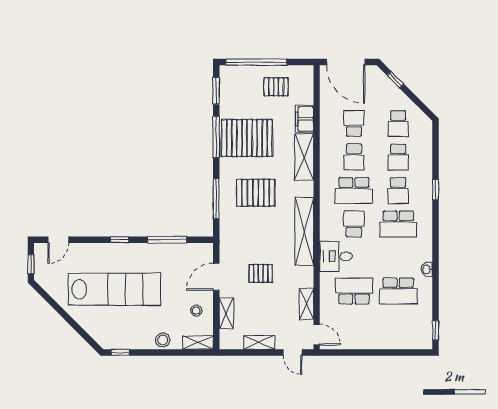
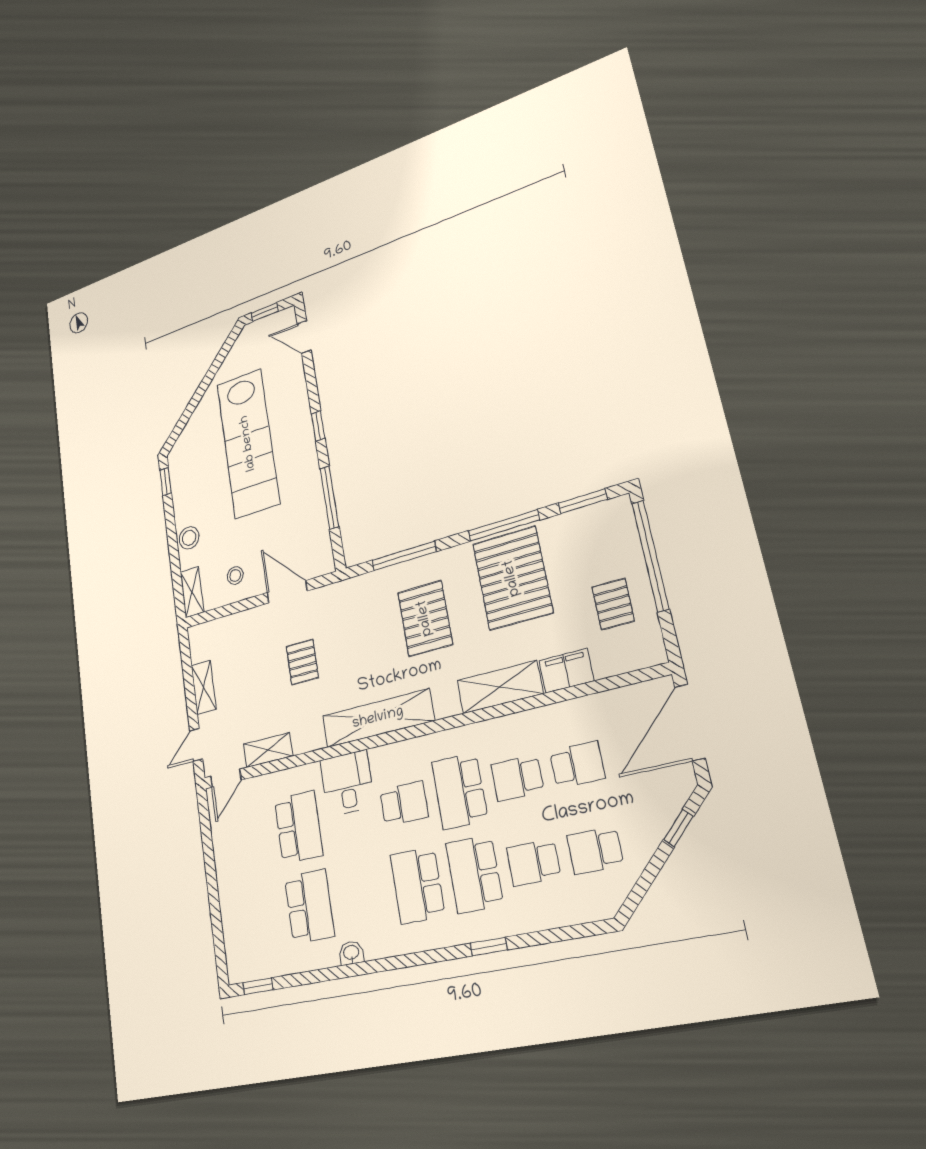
school desk: (398, 191) -> (474, 874), width x1.85
school desk: (398, 291) -> (309, 906), turned 180
shelving: (226, 313) -> (238, 623), removed

